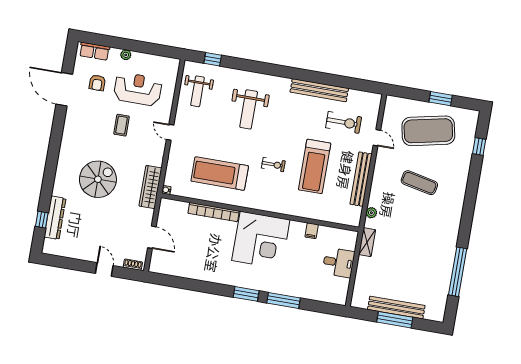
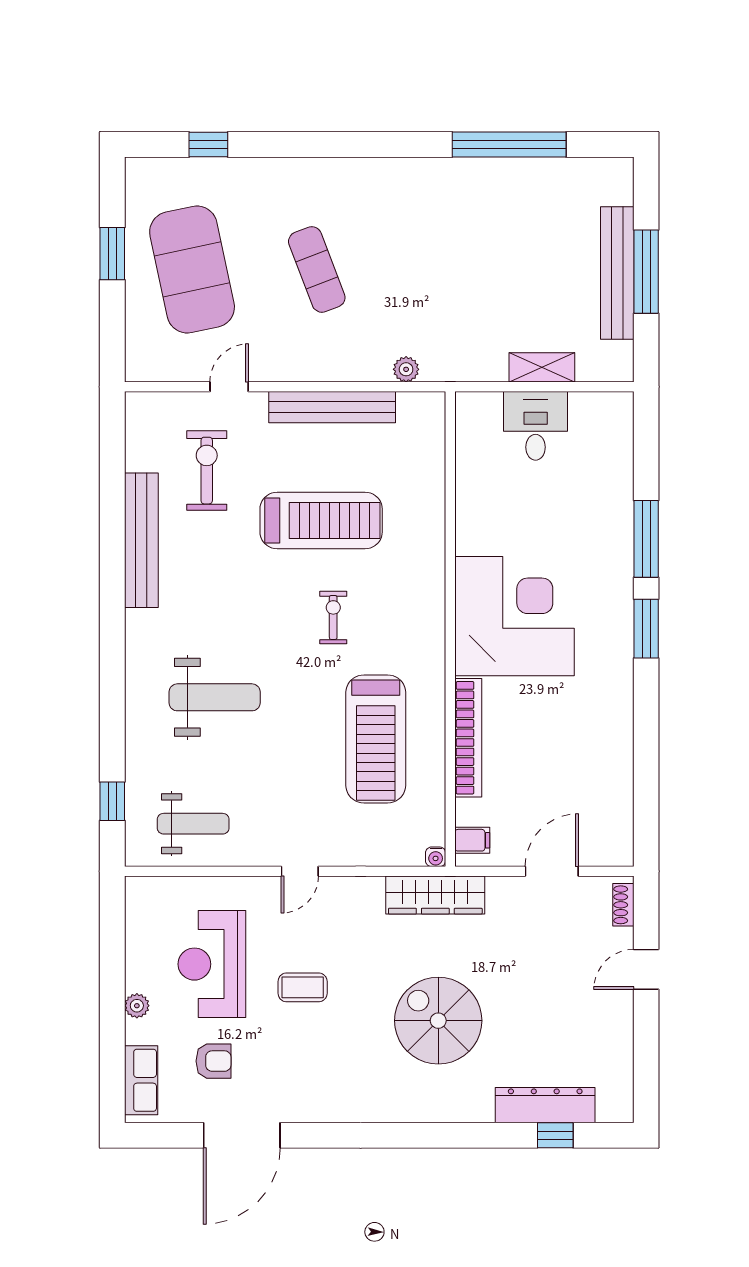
exercise mat: (419, 183) -> (317, 269), turned -33
filing cabinet: (312, 231) -> (472, 840), moved
shelving: (367, 242) -> (542, 367), moved

